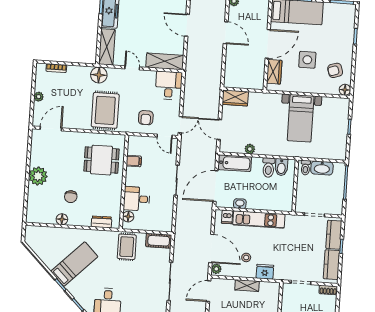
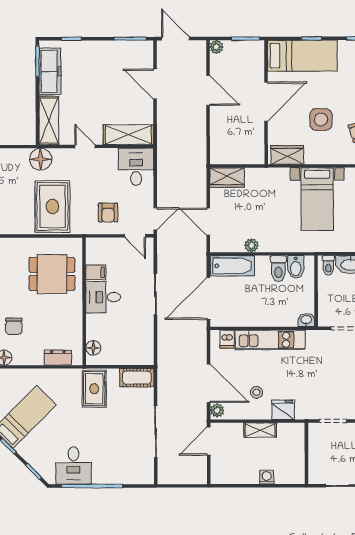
wardrobe: (274, 72) -> (287, 155), moved, turned -90
desk: (137, 199) -> (103, 297), moved
washbasin: (240, 204) -> (306, 320), moved

